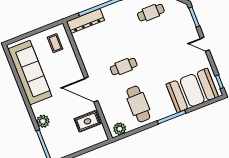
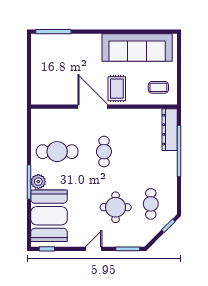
round table: (165, 40) -> (116, 207), added
door: (91, 90) -> (93, 107), hinge flipped
plant: (43, 121) -> (79, 41), removed
rug: (87, 121) -> (117, 89), moved
plant: (120, 129) -> (38, 182), moved

